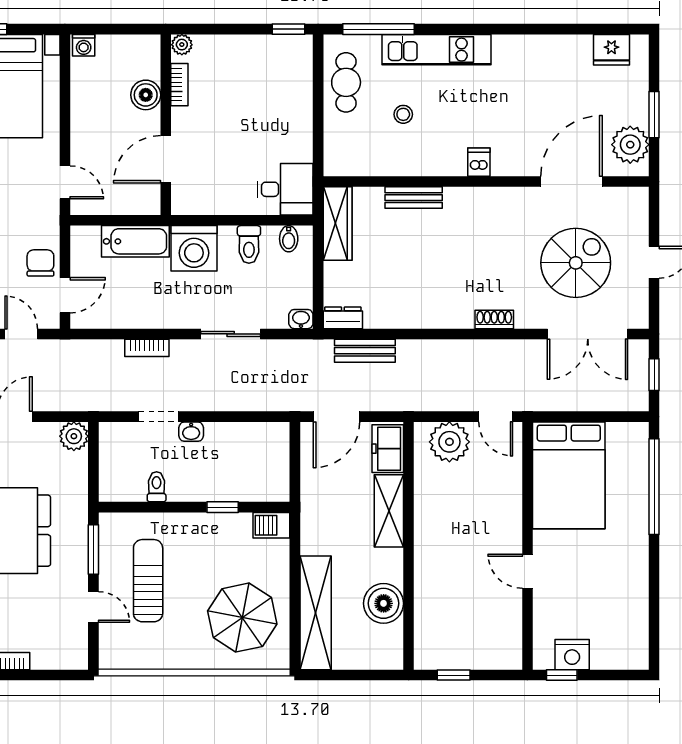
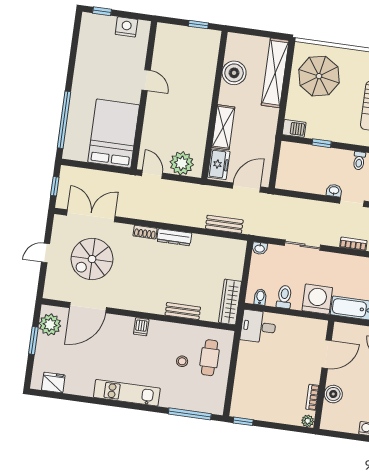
kitchen unit: (437, 50) -> (127, 393), moved
cafe table: (346, 82) -> (210, 358), moved
dresser: (343, 318) -> (174, 237), moved, width x1.44
window: (562, 675) -> (102, 11), moved

